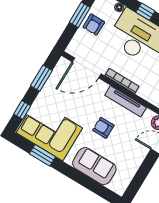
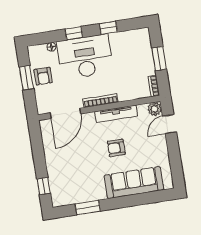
window: (41, 78) -> (38, 150), removed
corner sofa: (49, 130) -> (77, 184), removed
sofa: (94, 166) -> (134, 183), width x1.36

